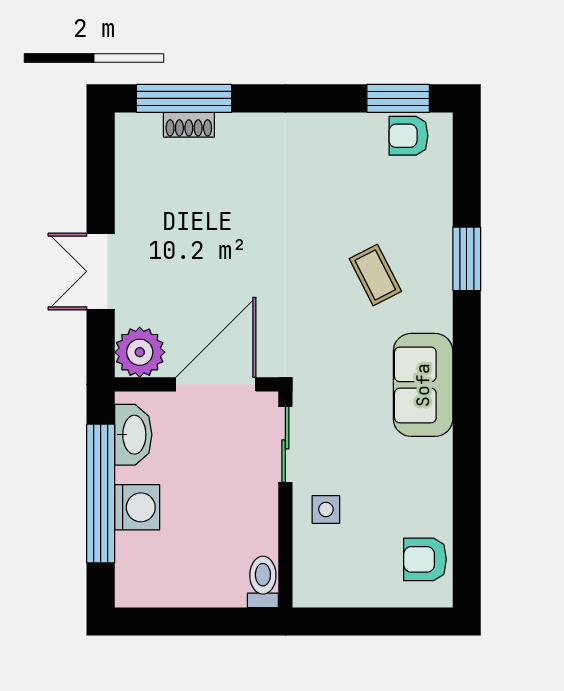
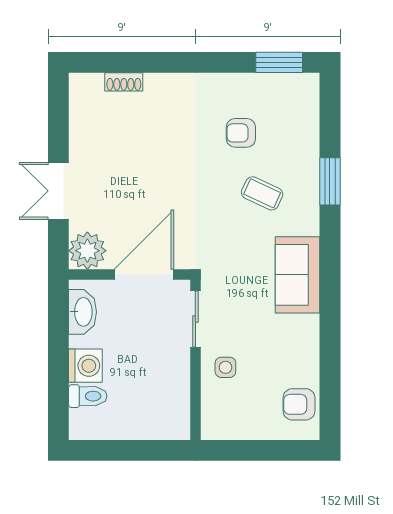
window: (184, 98) -> (120, 62), removed
armchair: (408, 136) -> (241, 133), moved
coffee table: (375, 275) -> (262, 193), turned -38
window: (101, 494) -> (58, 355), removed
toilet: (263, 582) -> (88, 396), moved, turned 90

